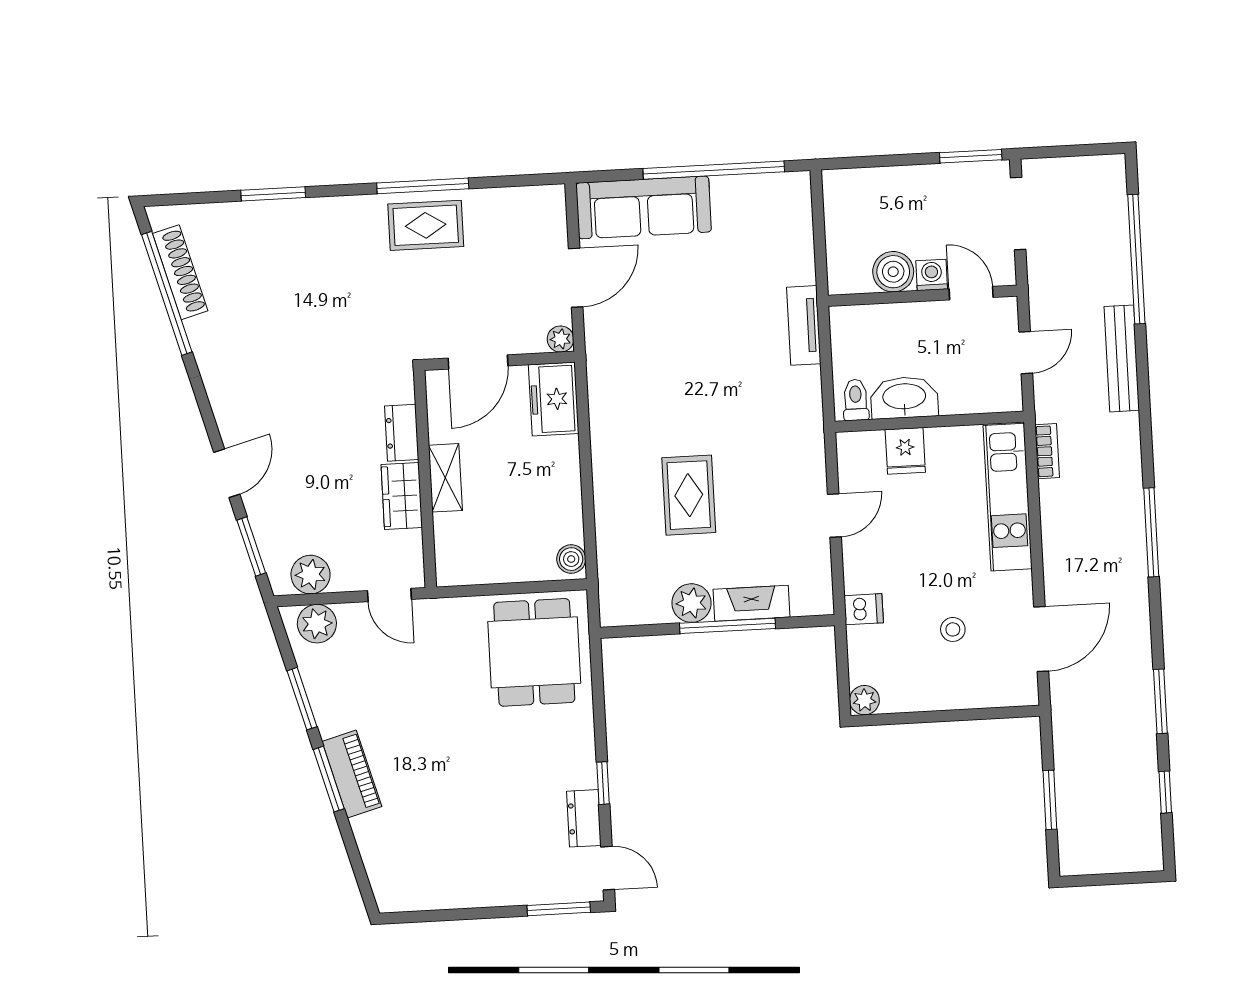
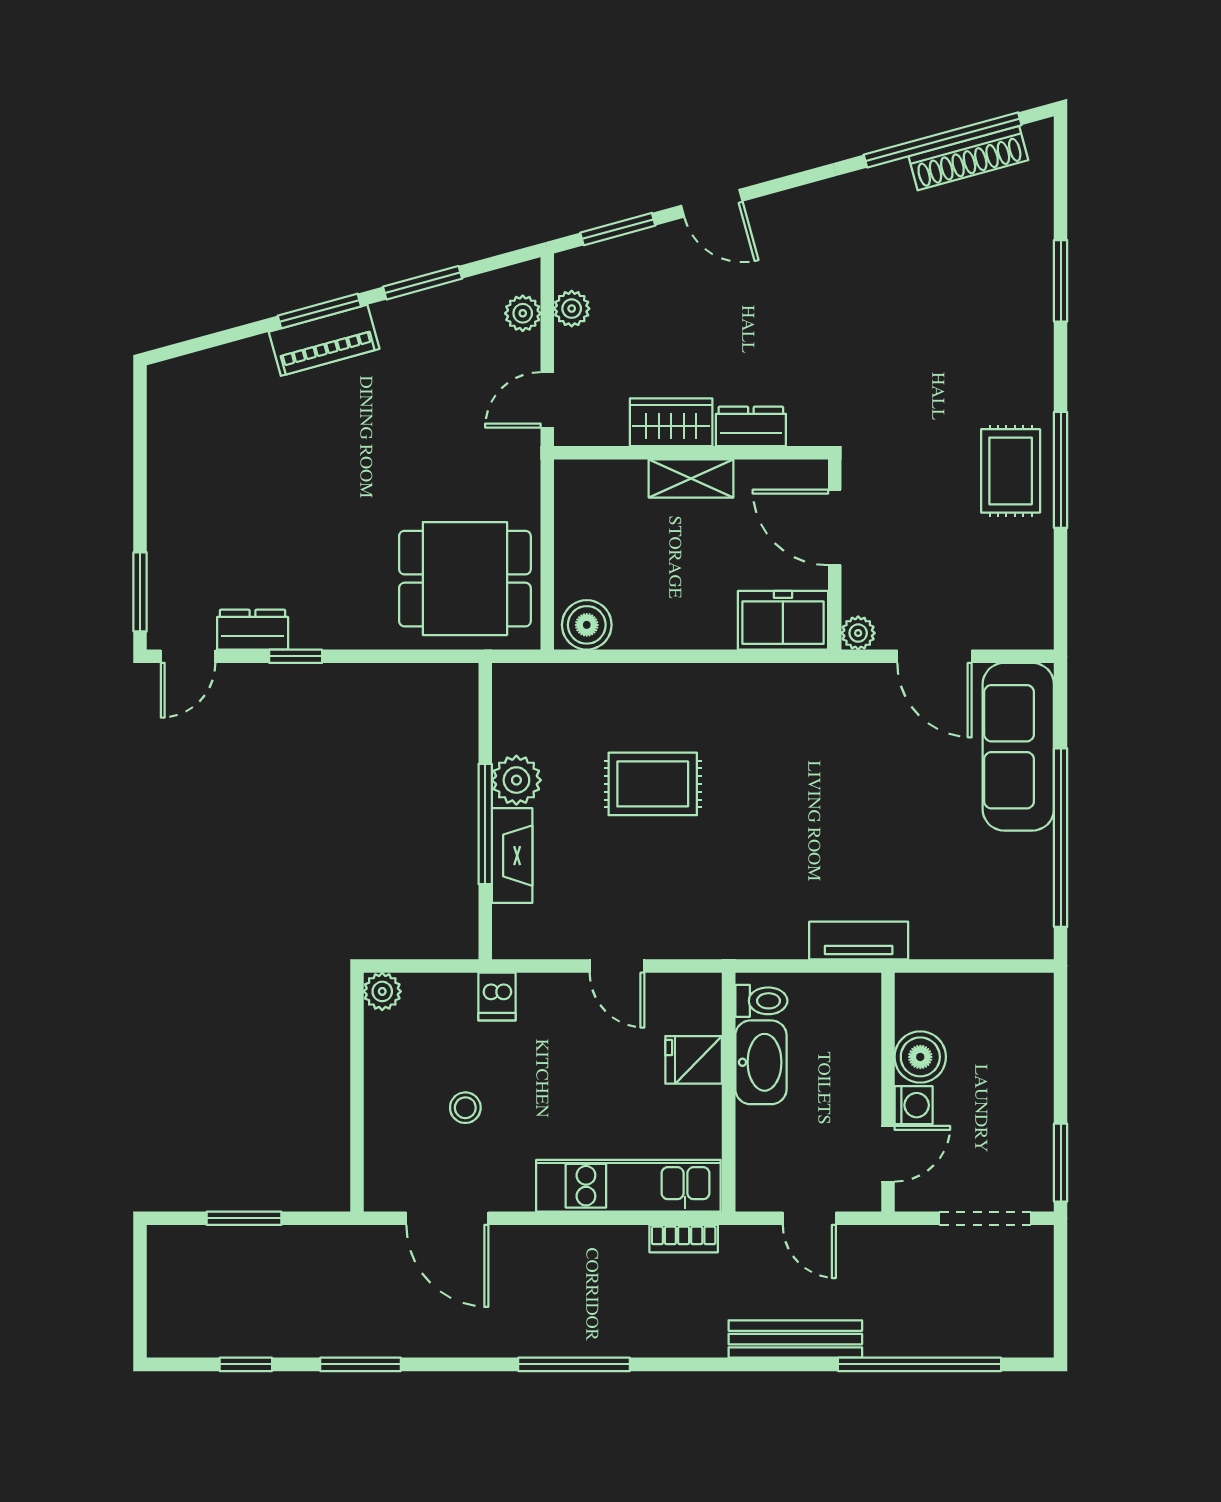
boiler: (571, 559) -> (587, 625), width x1.36, depth x1.36
plant: (311, 575) -> (572, 309), width x0.73, depth x0.73
plant: (317, 624) -> (523, 313), width x0.73, depth x0.73

